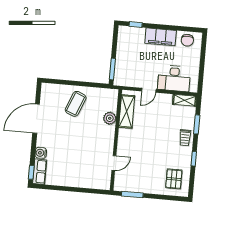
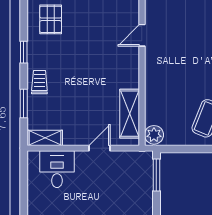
desk: (174, 78) -> (57, 169), width x0.73
plant: (110, 118) -> (154, 135), moved

